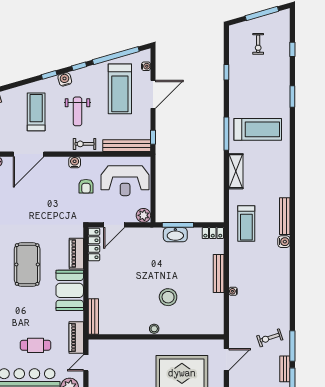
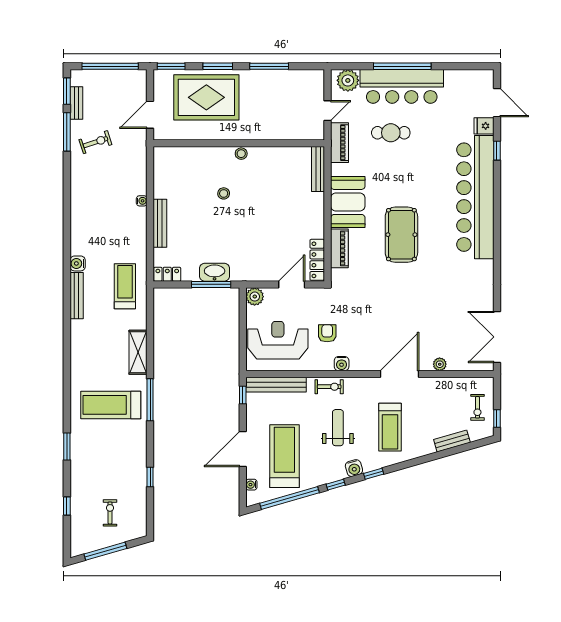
stool: (168, 297) -> (224, 193), width x0.53, depth x0.53

